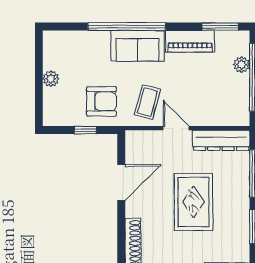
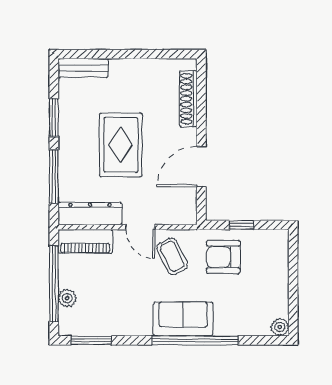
piano: (190, 41) -> (85, 241), moved, turned 180
plant: (51, 79) -> (280, 327), moved
coffee table: (147, 102) -> (172, 256), turned -41

